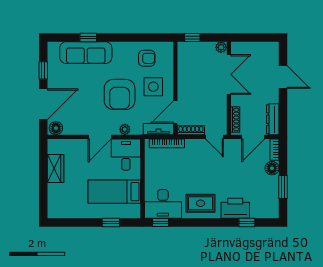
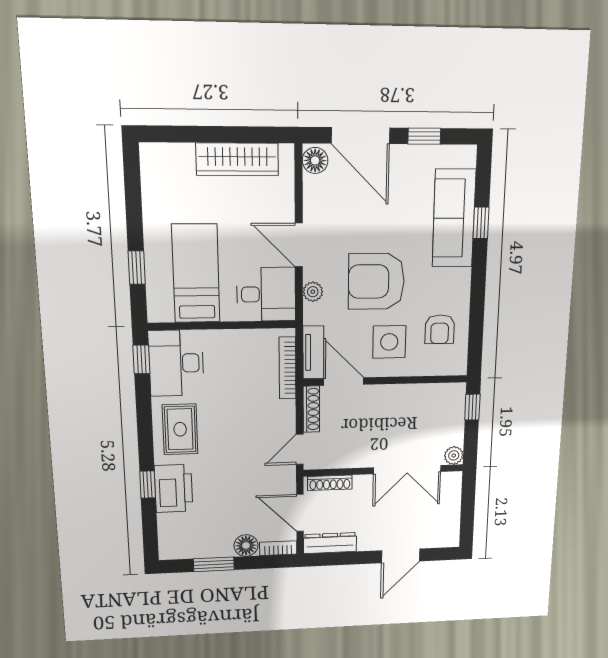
wardrobe: (55, 169) -> (237, 159), width x1.50
window: (247, 222) -> (148, 485), moved

